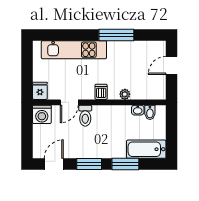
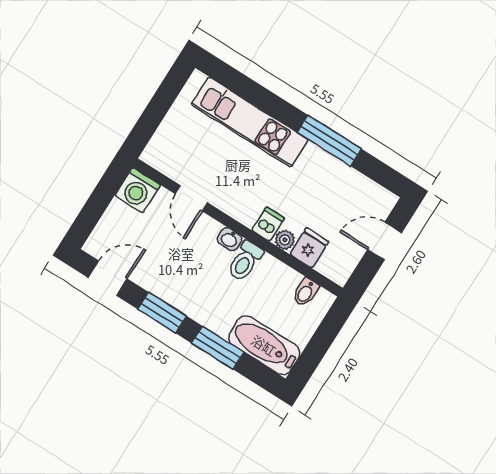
fridge: (40, 91) -> (309, 248), moved
dishwasher: (101, 92) -> (268, 224), moved
door: (69, 102) -> (192, 198), hinge flipped
washbasin: (138, 110) -> (230, 239), moved
toilet: (85, 116) -> (245, 261), moved

